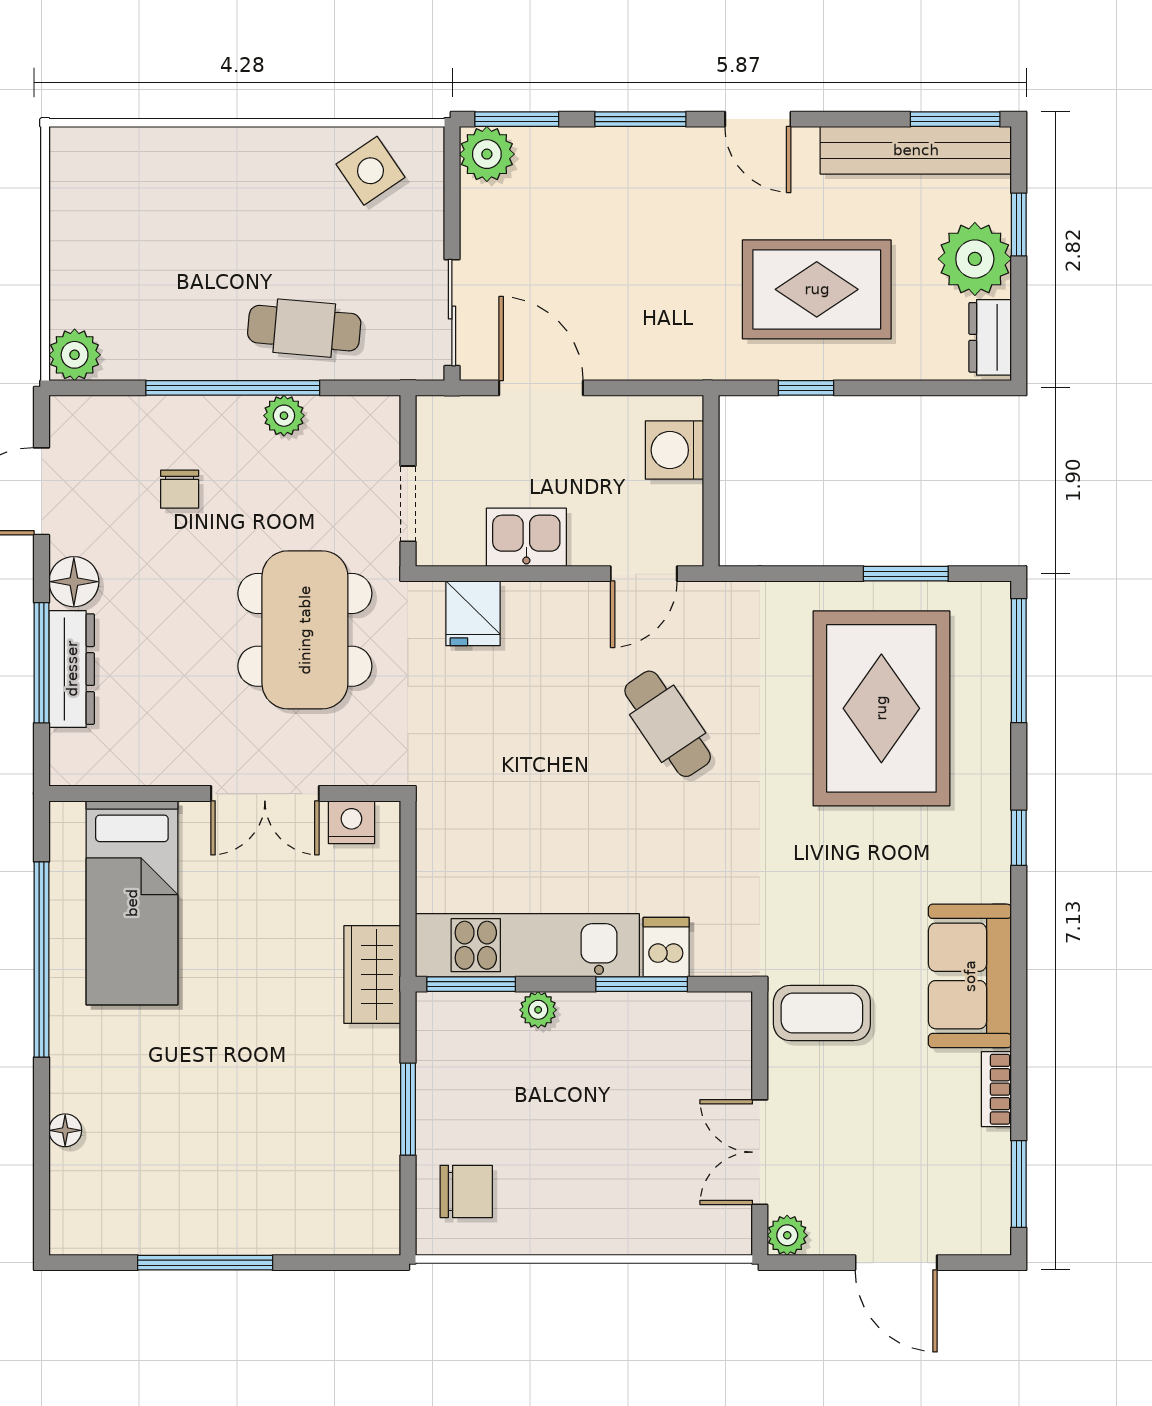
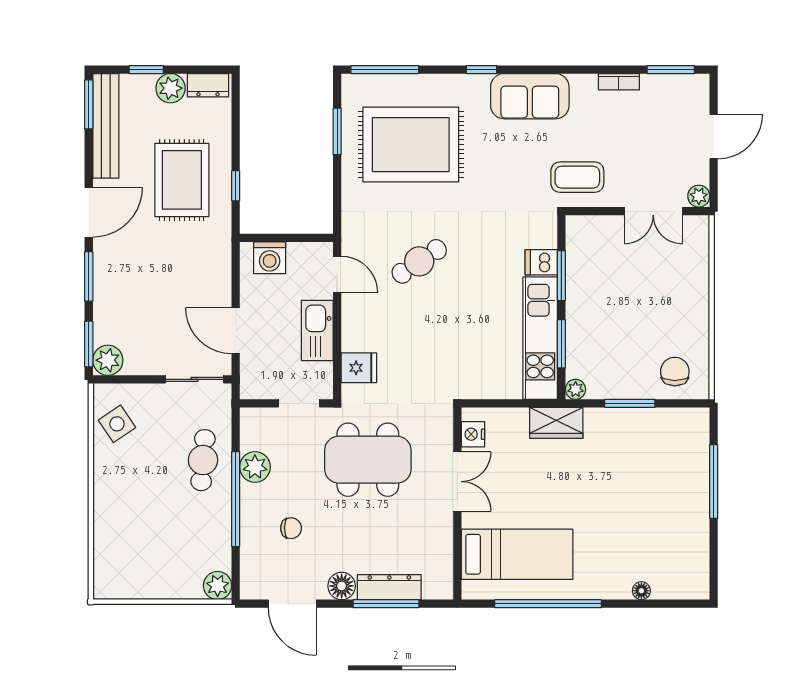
door: (758, 119) -> (89, 212), width x1.38
plant: (975, 259) -> (171, 88), width x0.73, depth x0.73
door: (541, 388) -> (236, 331), hinge flipped
plant: (284, 416) -> (255, 467), width x1.38, depth x1.38
kitchen sink: (526, 537) -> (317, 330), width x1.38
sofa: (970, 976) -> (530, 96), moved
window: (471, 984) -> (561, 344), moved
plant: (538, 1010) -> (576, 389), moved
coffee table: (822, 1013) -> (577, 177), turned 90
window: (205, 1263) -> (714, 482), moved

